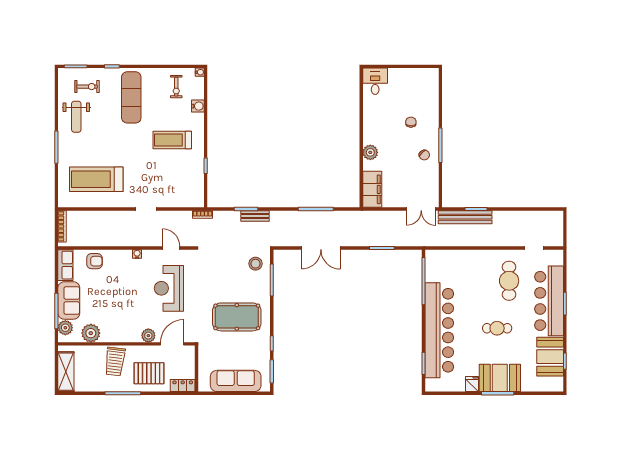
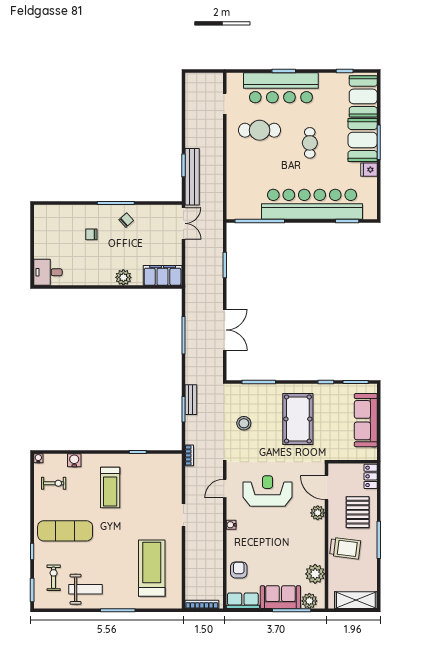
treadmill: (96, 179) -> (152, 568), turned 180
stool: (255, 264) -> (244, 423), moved
reception desk: (169, 288) -> (268, 491), turned 180
booth: (550, 357) -> (363, 96), moved, turned 90

